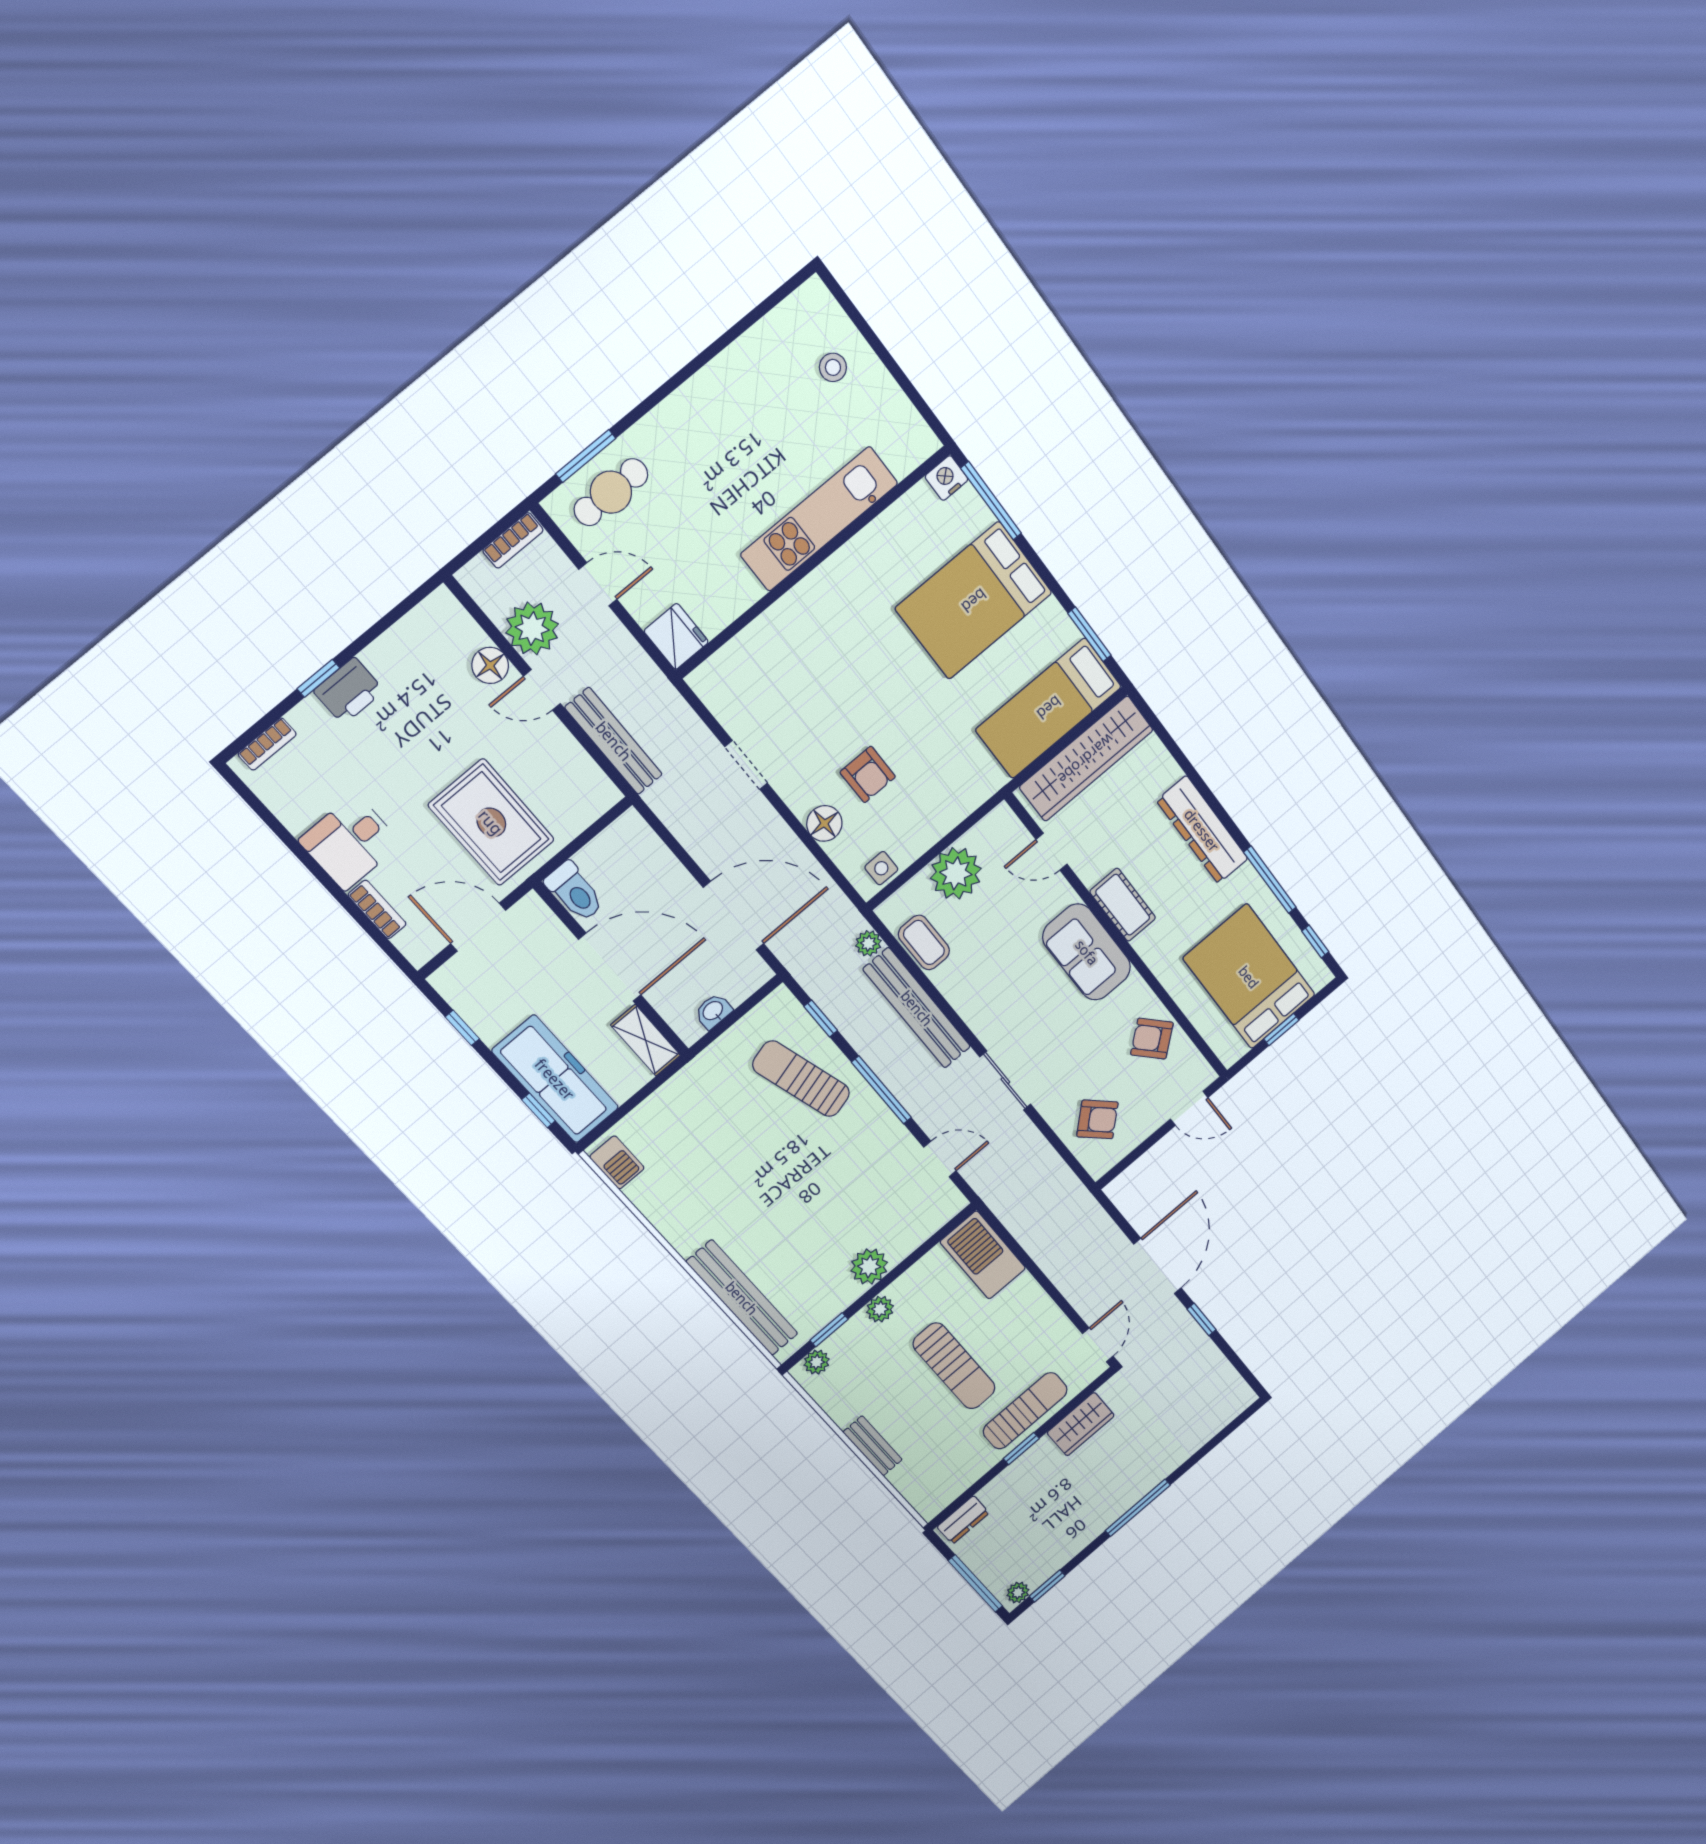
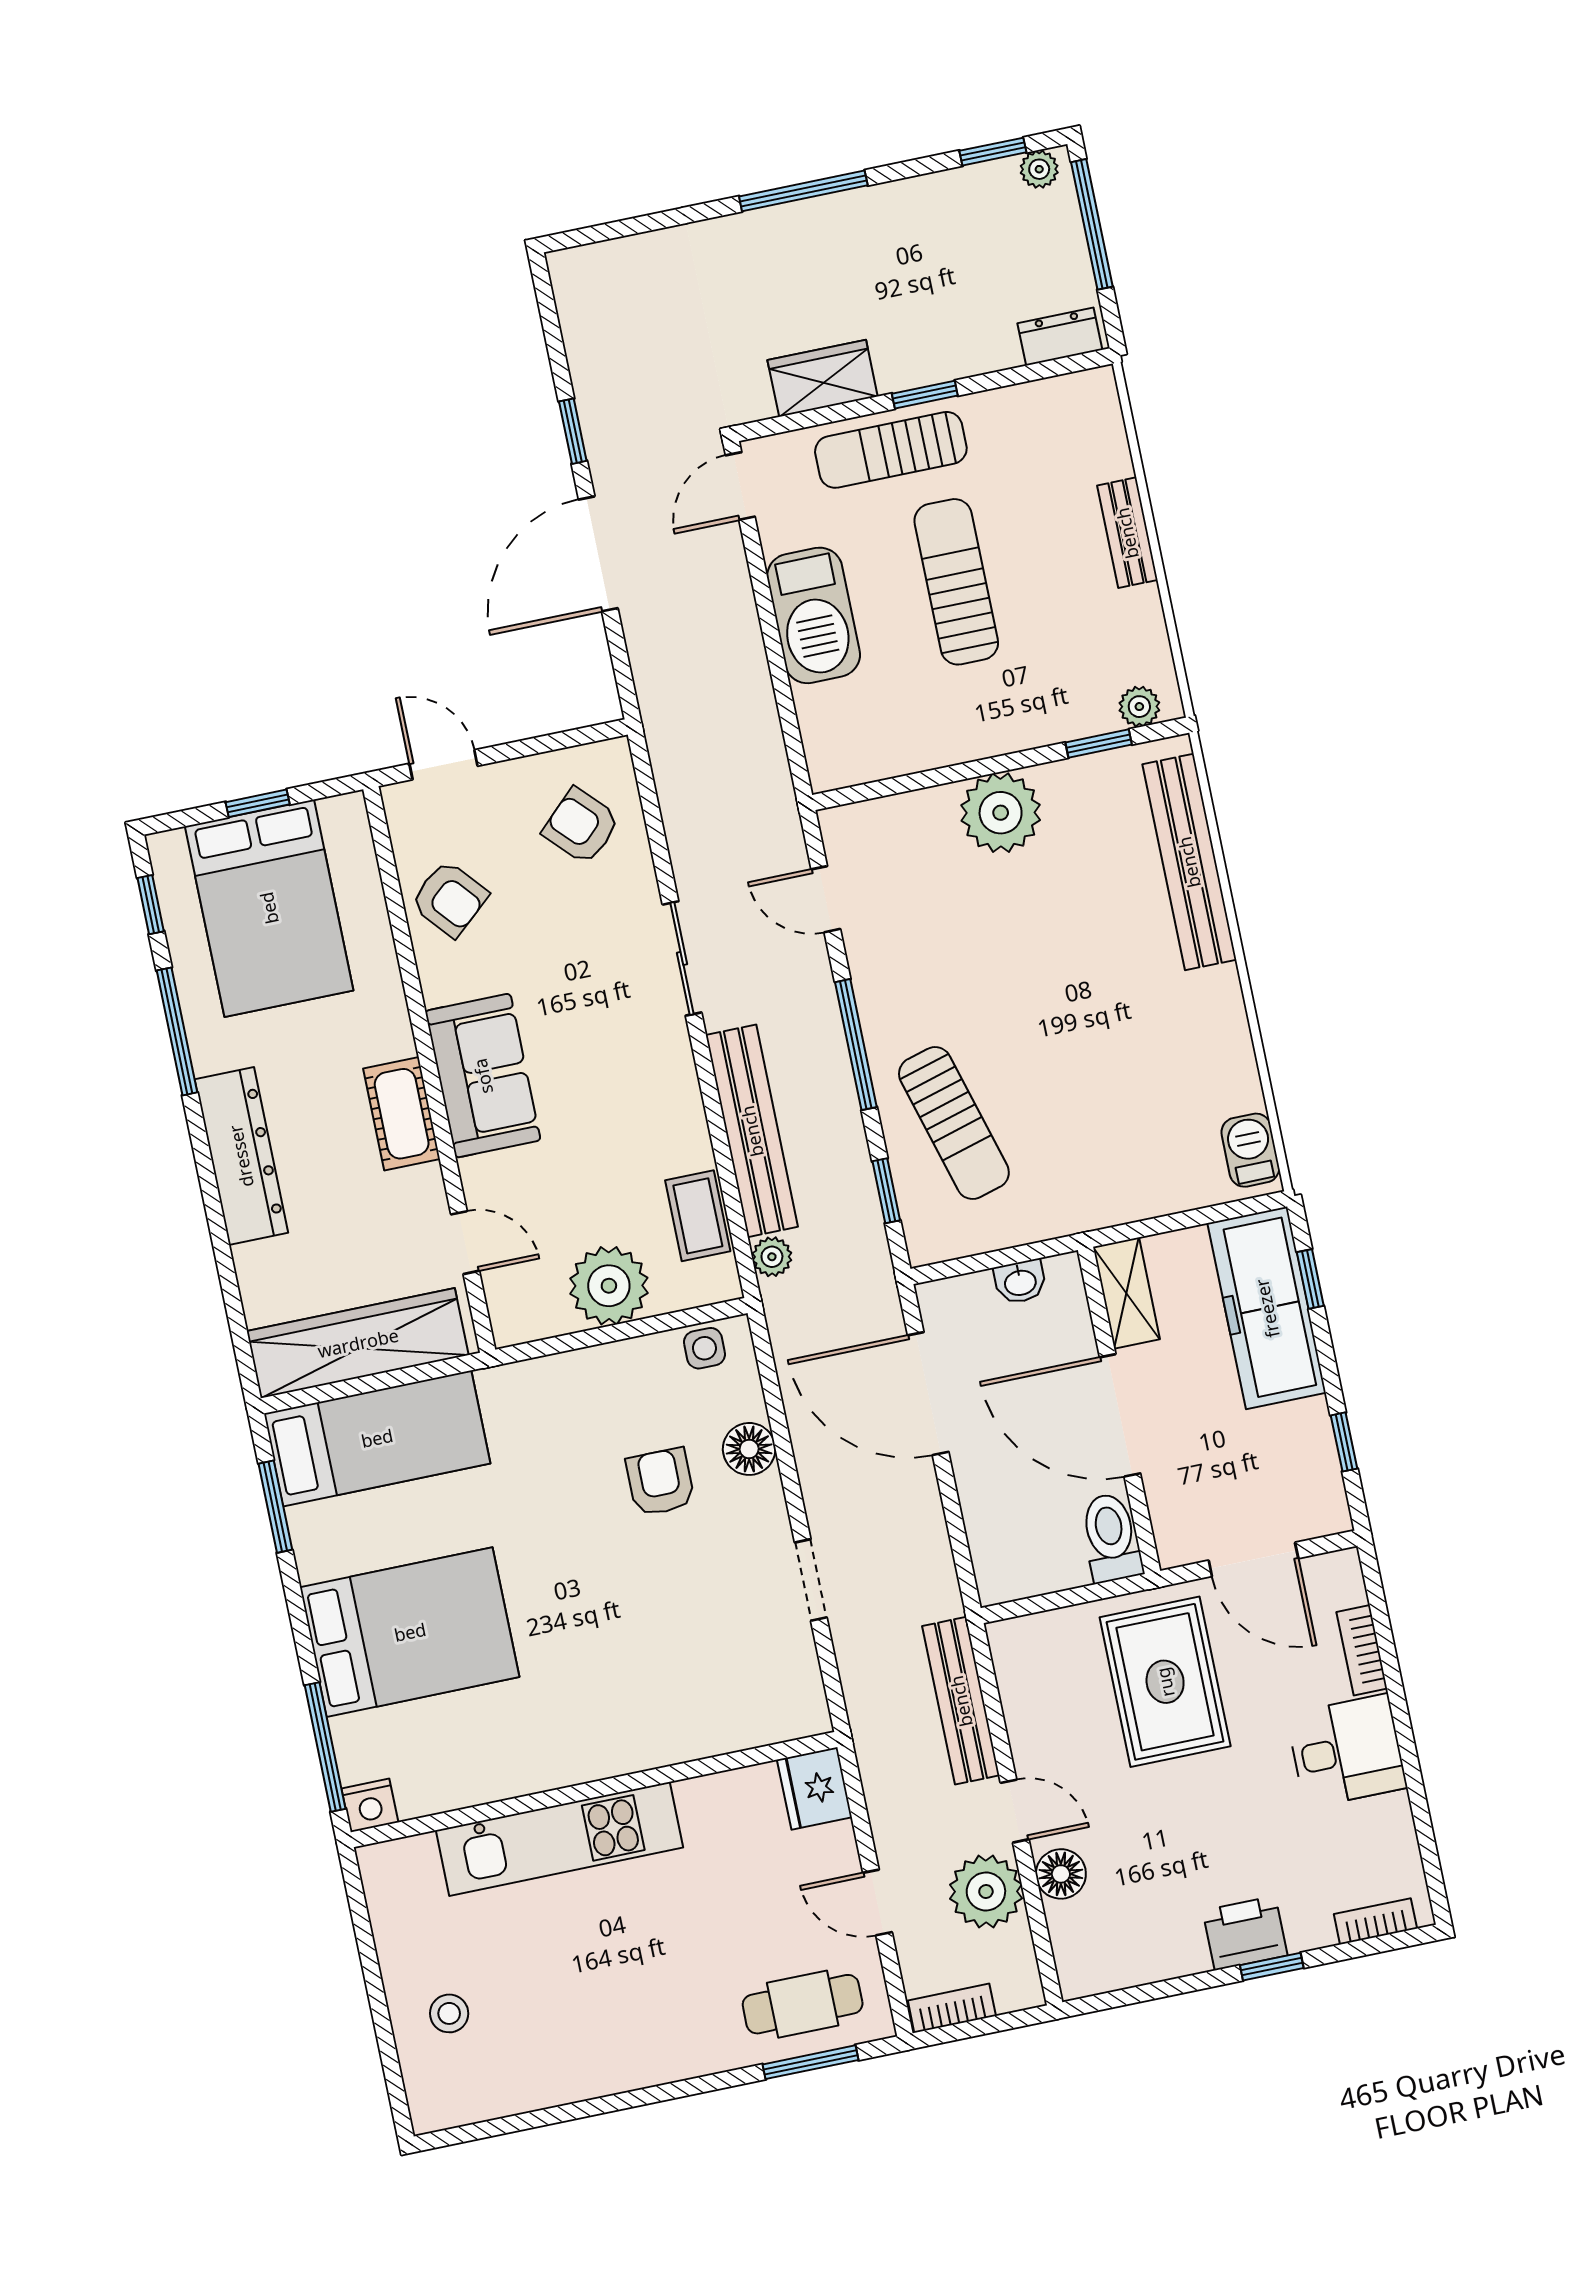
barbecue: (983, 1255) -> (814, 615), moved
plant: (869, 1267) -> (1001, 813), width x1.36, depth x1.36
plant: (880, 1309) -> (1015, 731), removed

